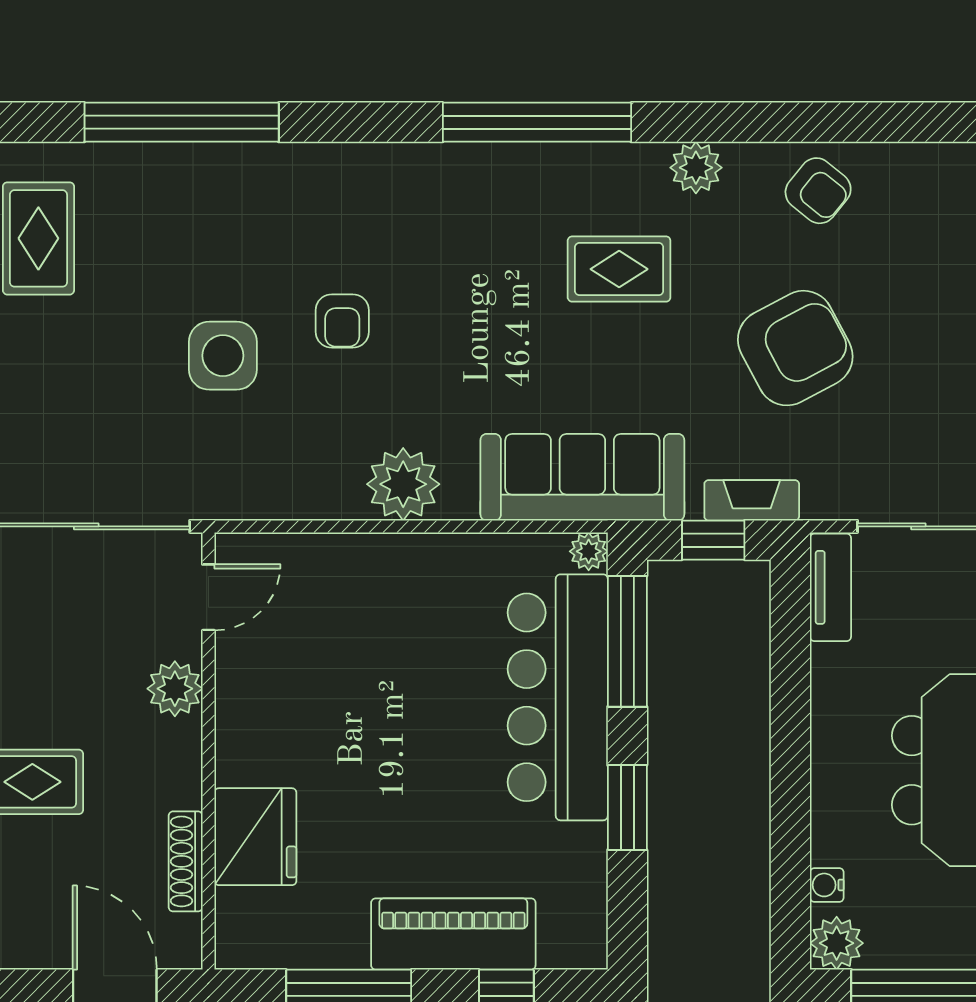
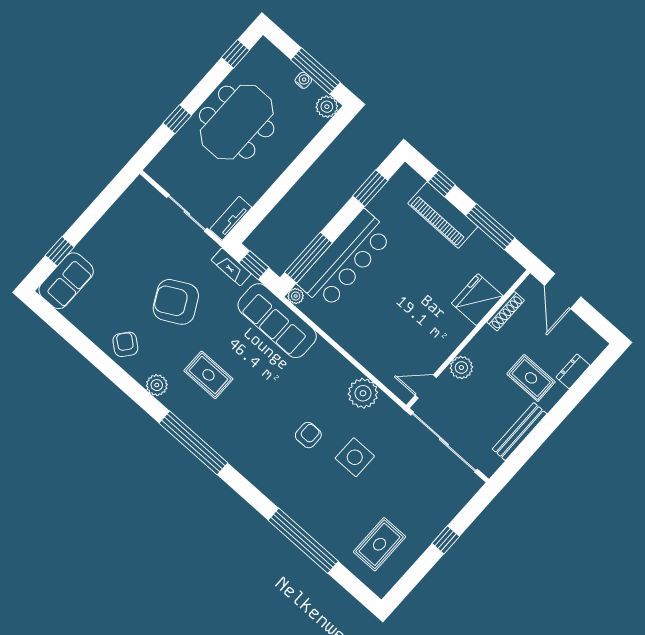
plant: (403, 484) -> (363, 393), moved
window: (627, 808) -> (370, 188), moved
water cooler: (827, 885) -> (303, 80), moved, turned -90

